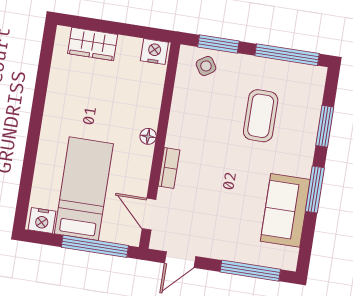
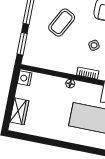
side table: (206, 66) -> (94, 45), moved
coffee table: (261, 116) -> (62, 23), turned -62

